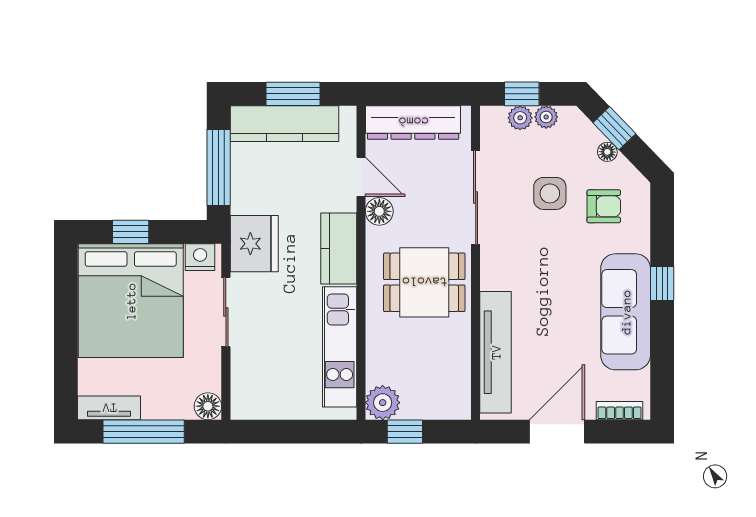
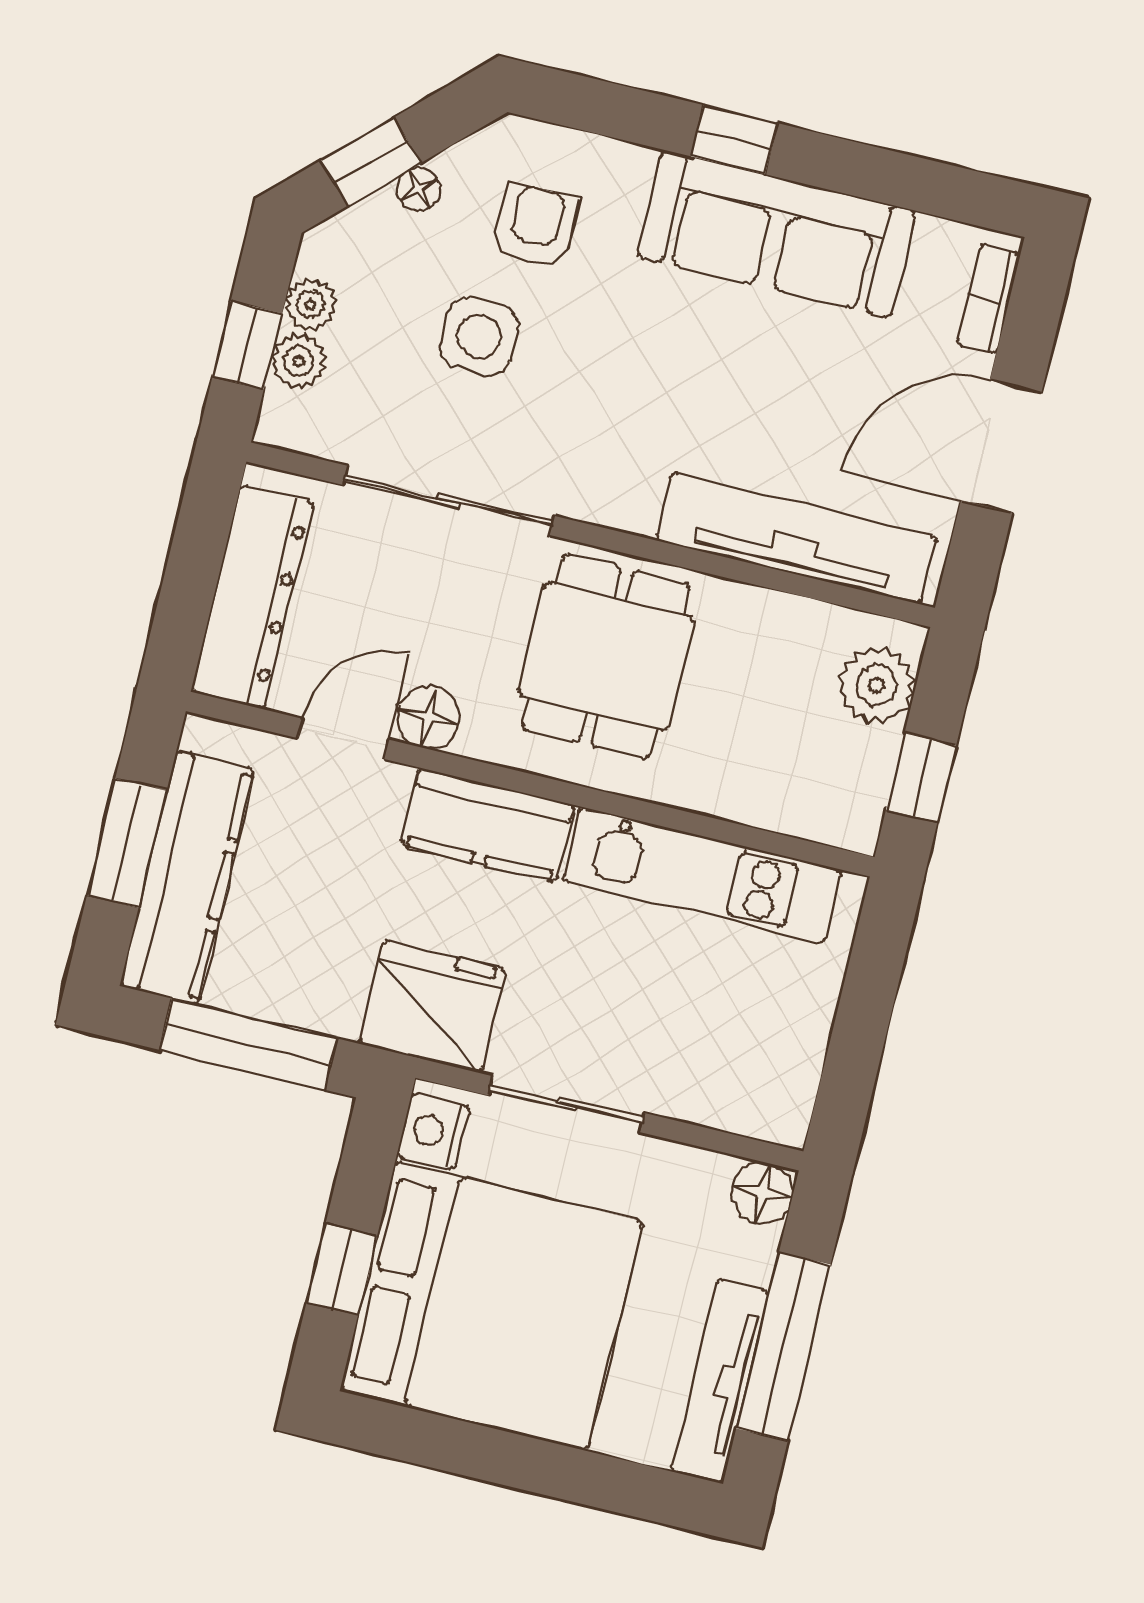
plant: (383, 403) -> (877, 685), moved
tv unit: (109, 408) -> (720, 1381), width x1.41
door: (557, 432) -> (1001, 446), hinge flipped

